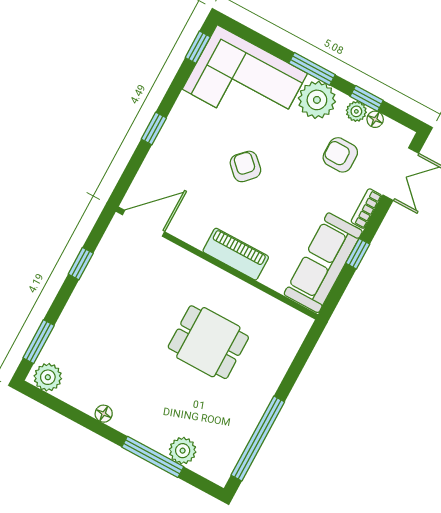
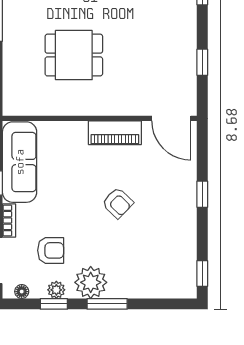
corner sofa: (245, 81) -> (153, 267), removed
floor lamp: (375, 119) -> (22, 292), moved
door: (143, 223) -> (171, 118), hinge flipped
piano: (236, 254) -> (115, 133), moved

